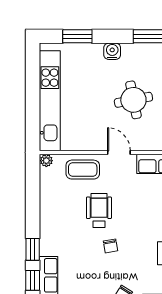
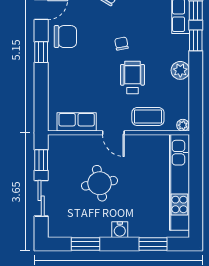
wheelchair: (99, 210) -> (132, 77), turned 180
plant: (49, 218) -> (180, 70), added

